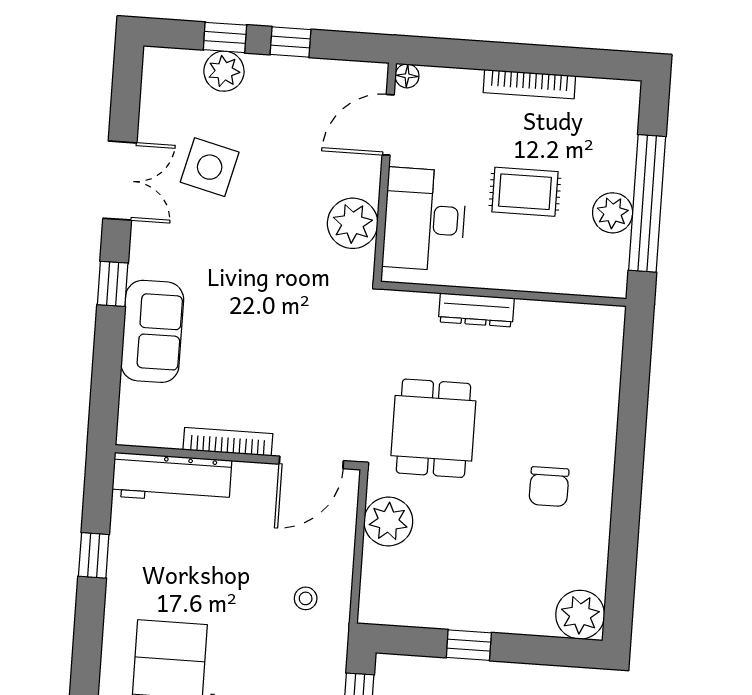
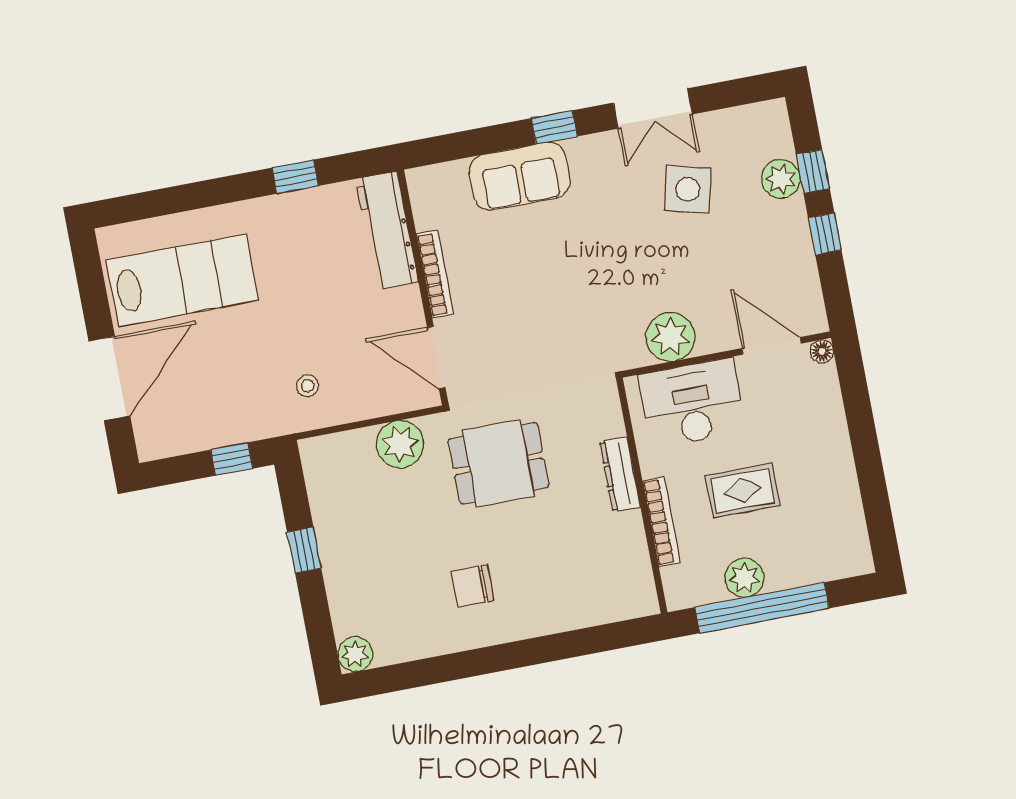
bookcase: (529, 84) -> (662, 522), moved, turned 180
rug: (525, 192) -> (743, 491), turned 90
plant: (580, 615) -> (355, 654), width x0.73, depth x0.73

